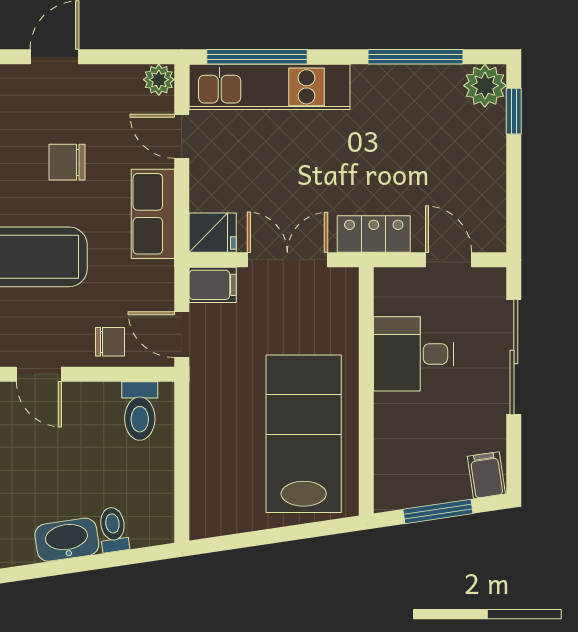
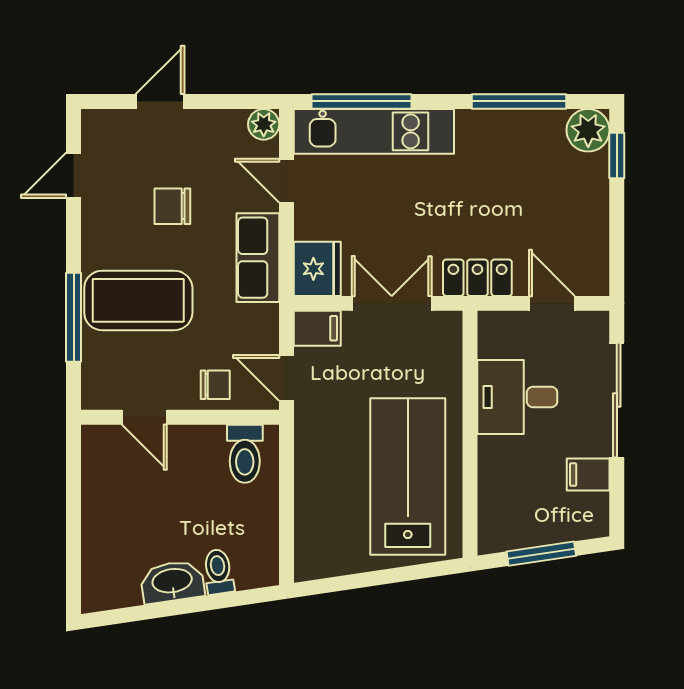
fridge: (213, 233) -> (317, 269), width x1.38
filing cabinet: (486, 475) -> (588, 475), moved, turned -82

